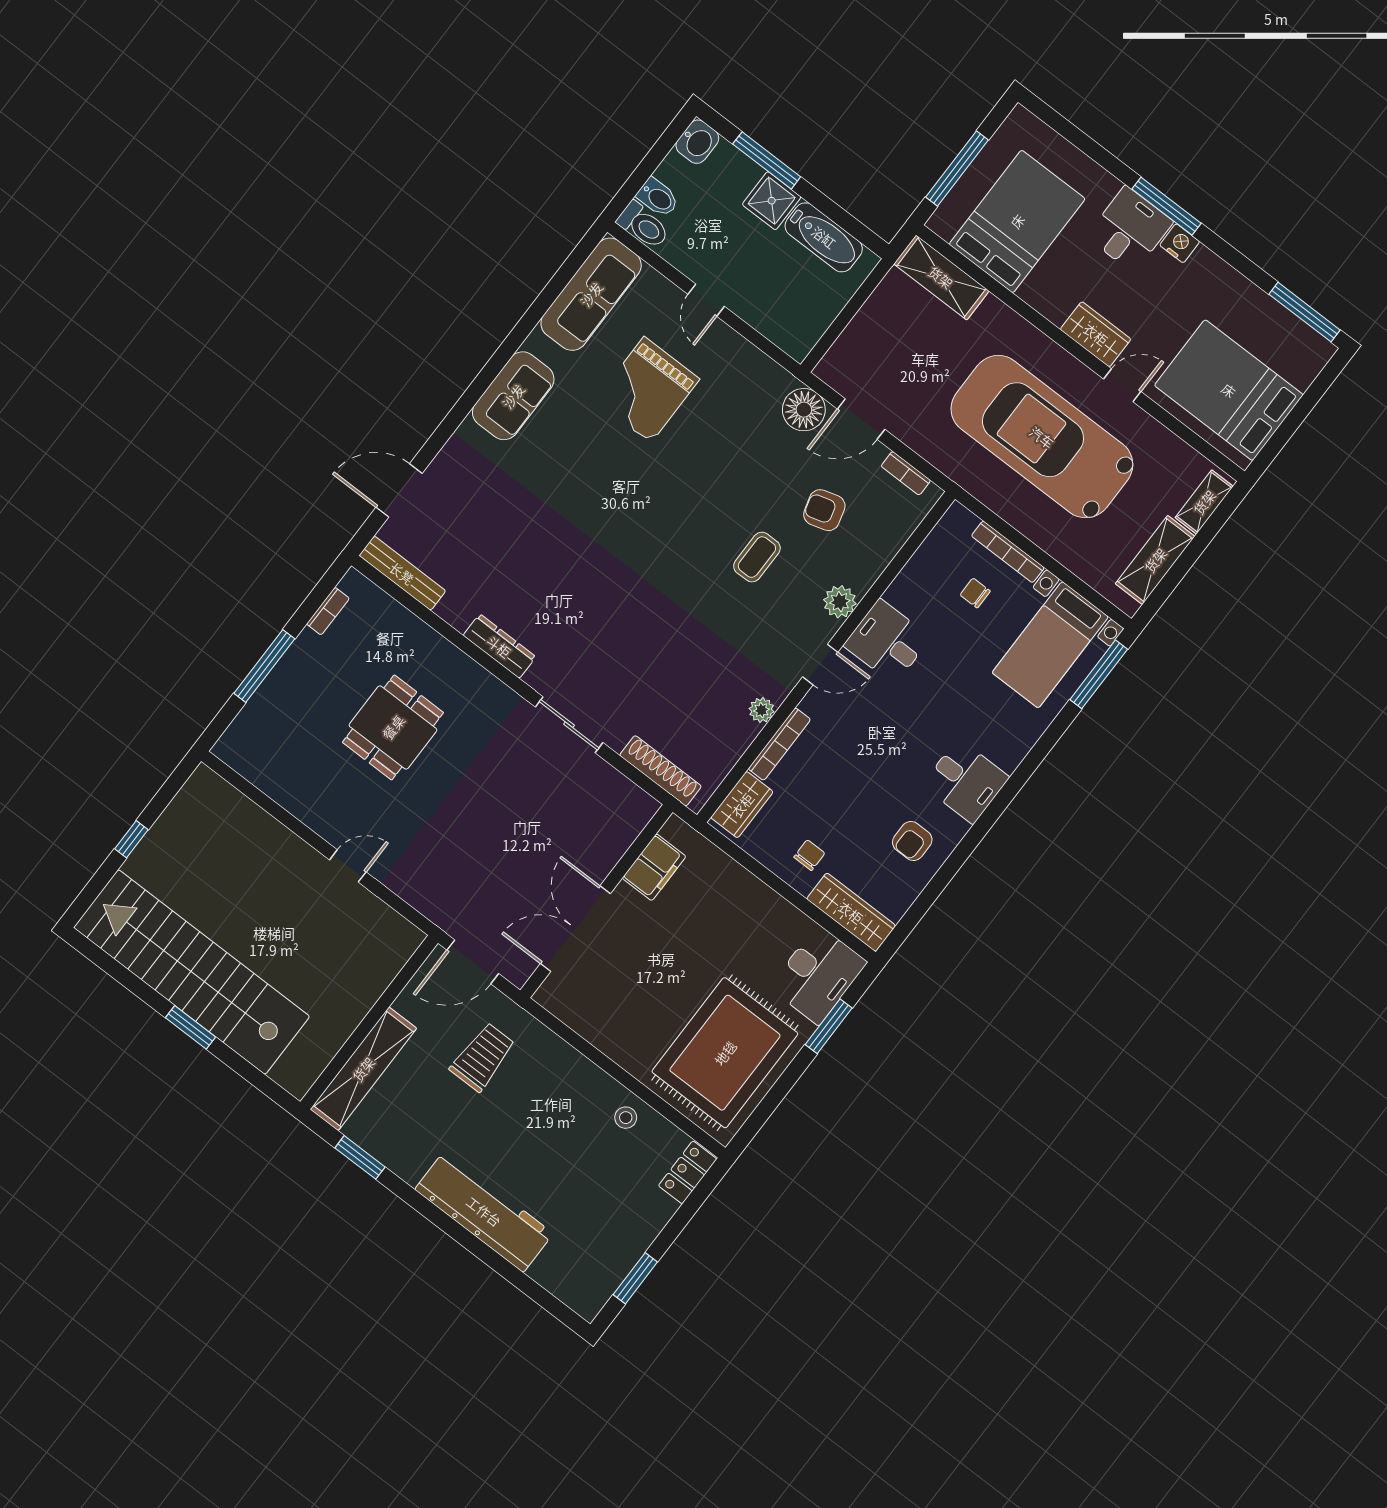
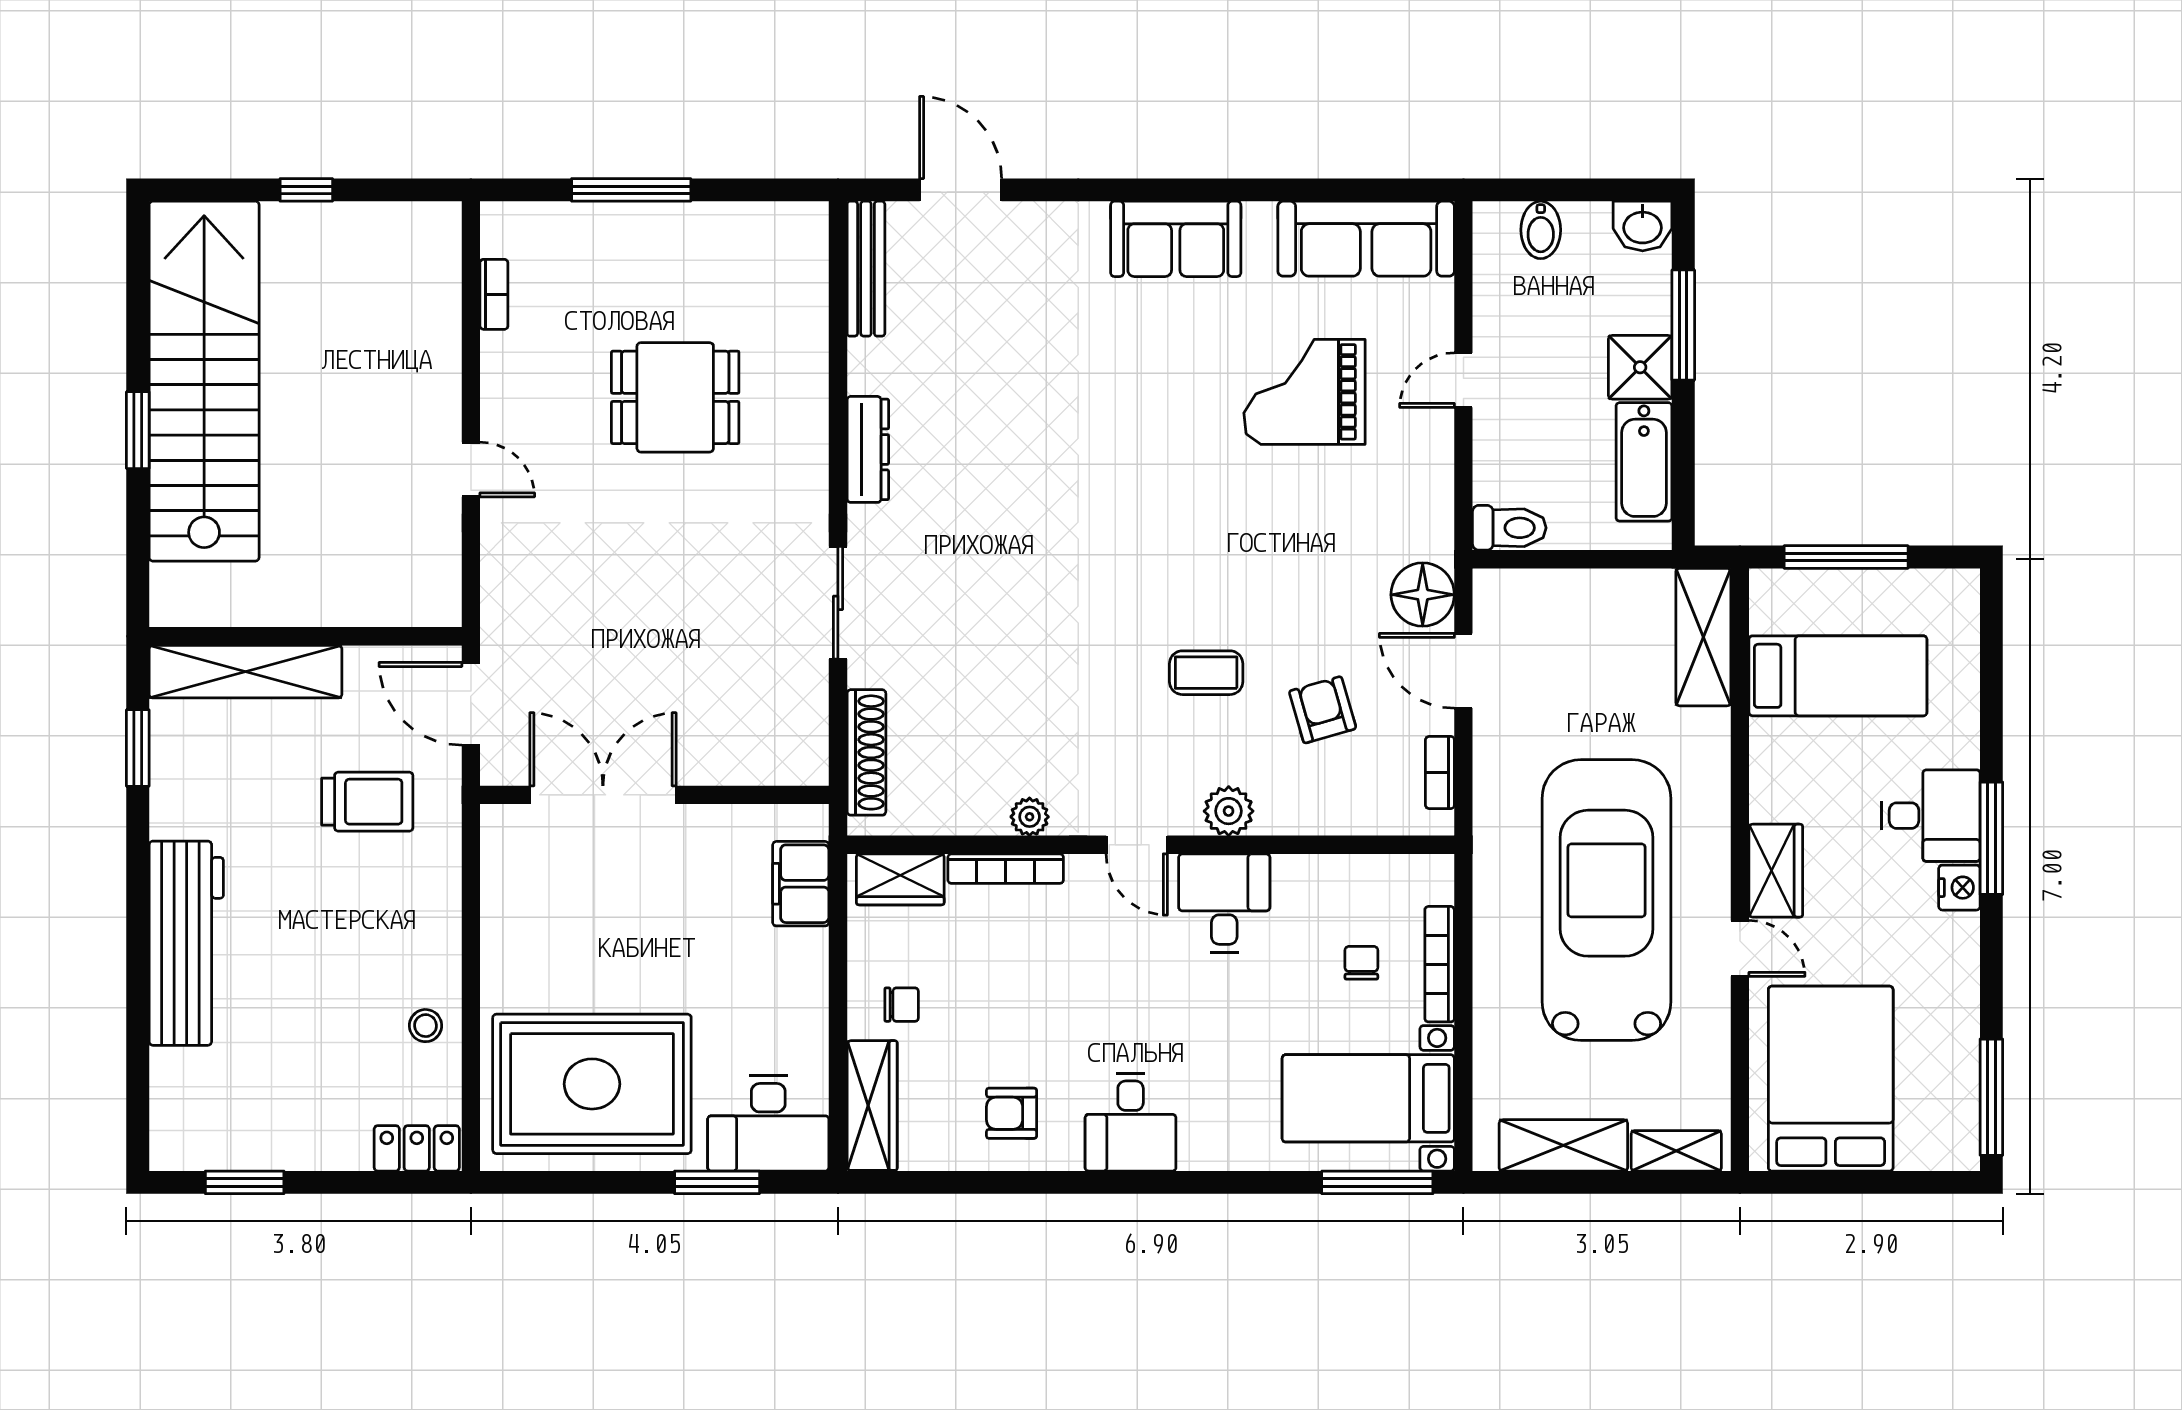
bed: (1017, 221) -> (1838, 676), width x0.67
toilet: (643, 225) -> (1509, 528), moved, turned -90
bookcase: (328, 611) -> (494, 294), moved, turned -90
filing cabinet: (654, 867) -> (801, 884), moved, turned 90

